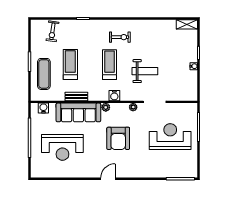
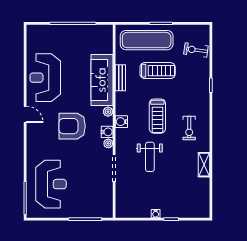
shelving: (187, 24) -> (204, 165), moved
treadmill: (110, 65) -> (157, 116), turned 90
exercise mat: (44, 74) -> (147, 40), width x1.36, depth x1.45
water cooler: (43, 108) -> (107, 132), moved
reception desk: (170, 137) -> (51, 184), moved
reception desk: (62, 147) -> (45, 78), moved

